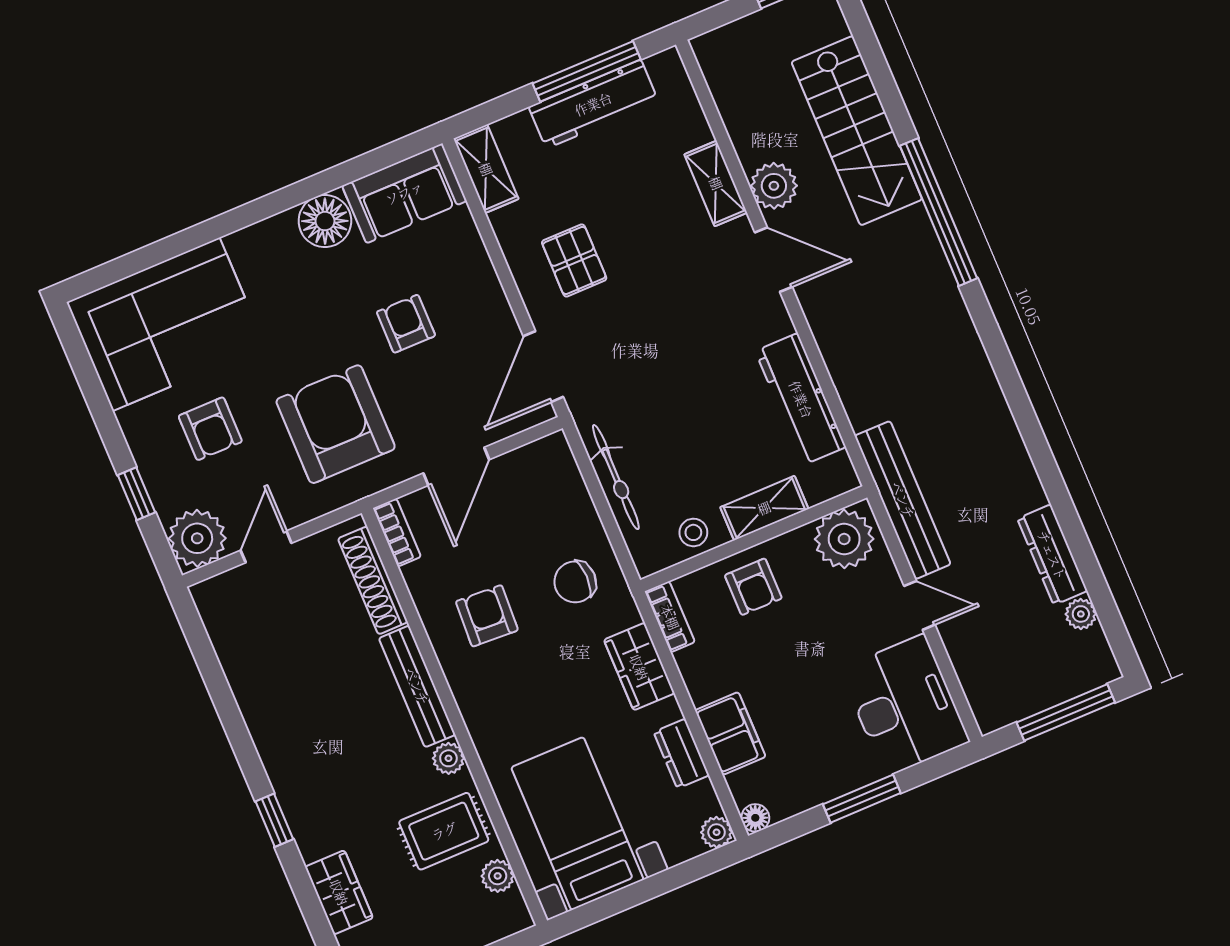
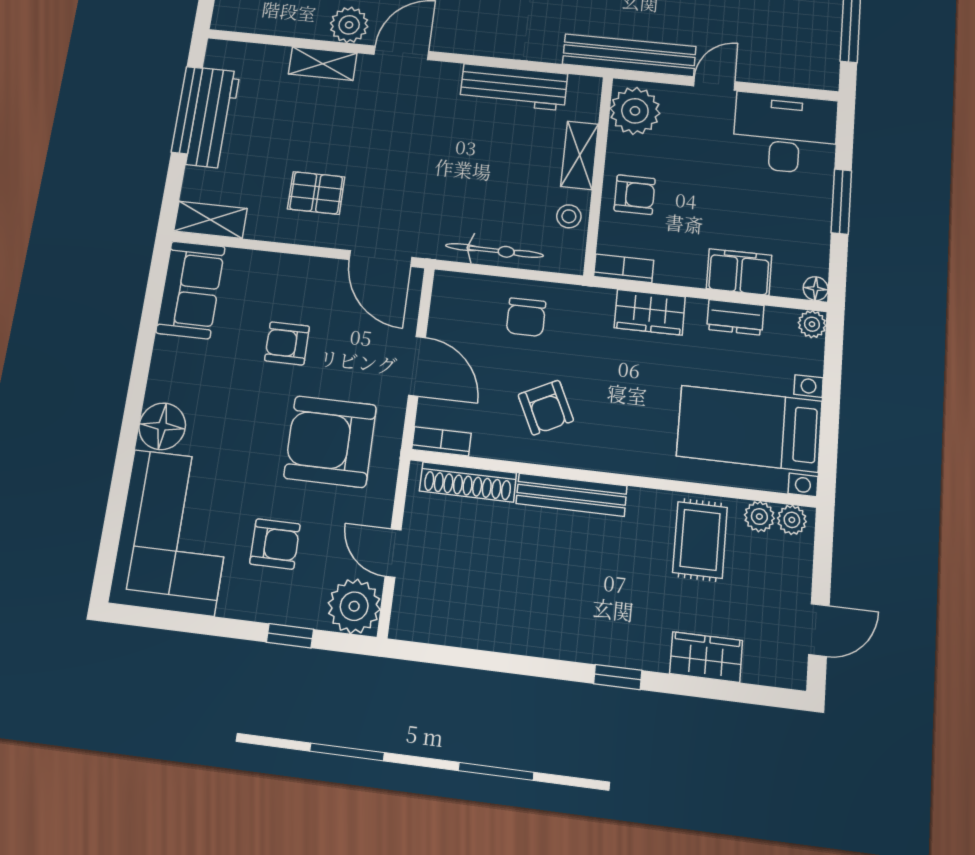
floor lamp: (325, 221) -> (162, 426), moved
chair: (575, 582) -> (526, 317), moved
armchair: (487, 616) -> (546, 408), turned -119
plant: (448, 758) -> (792, 520), moved

